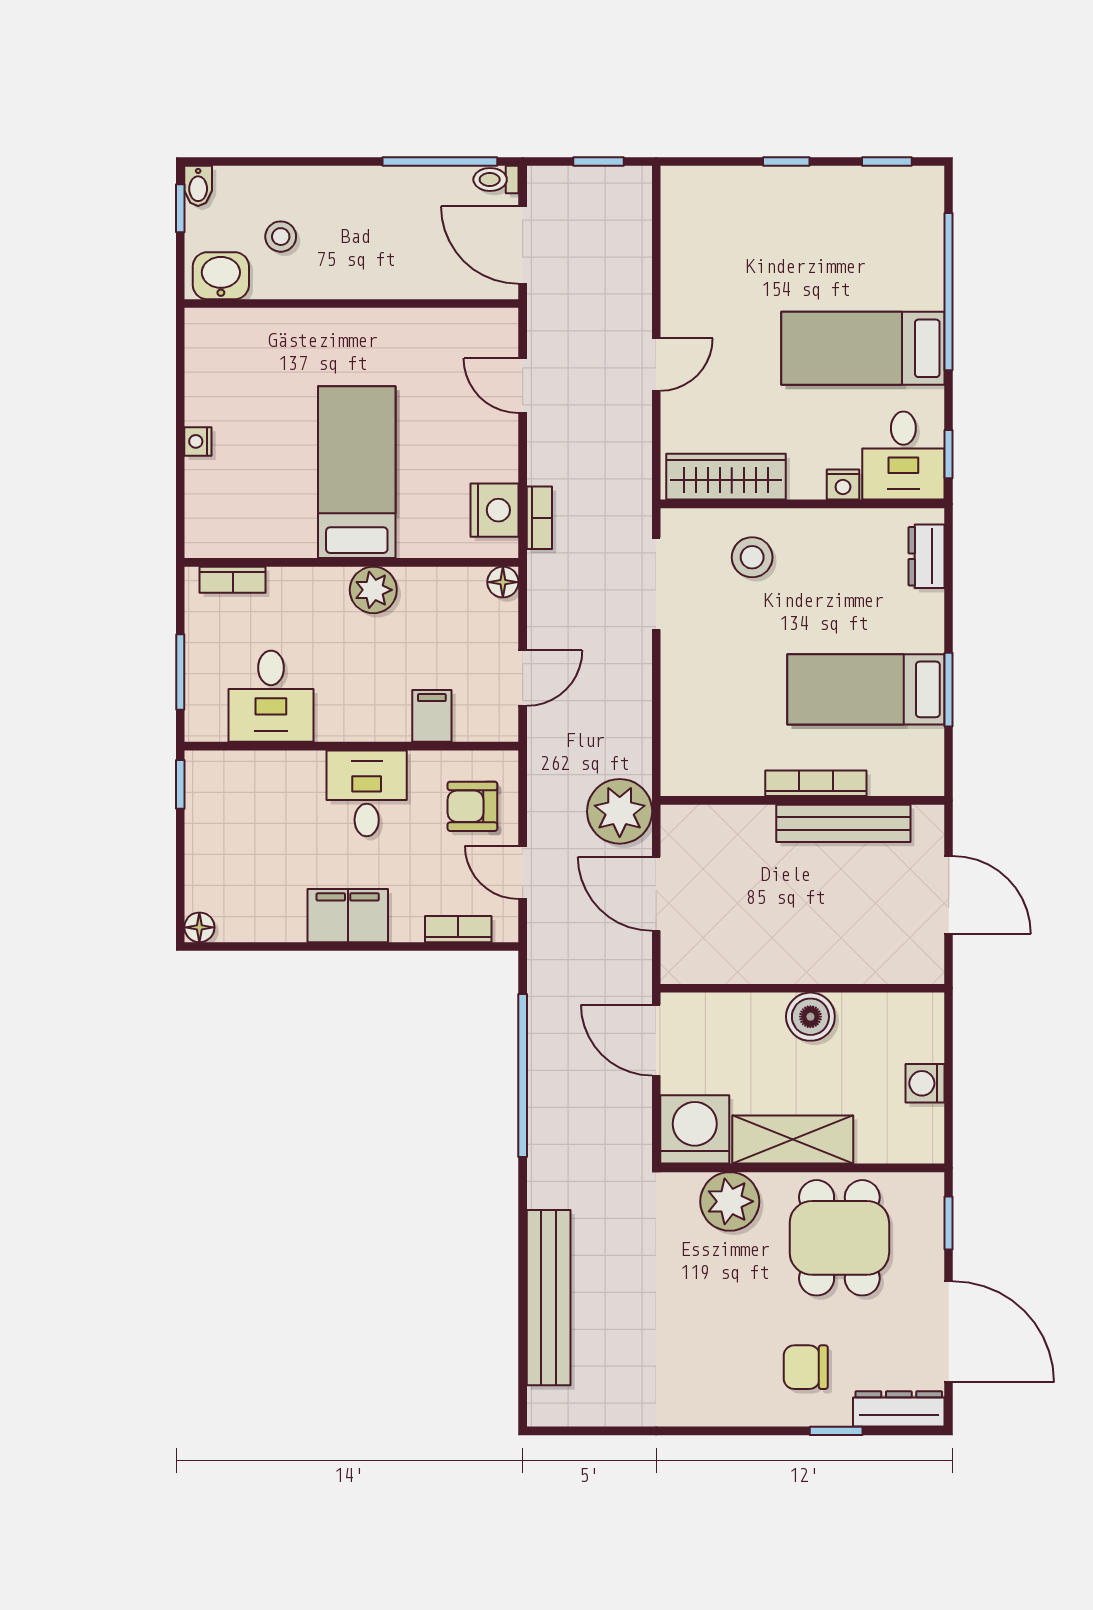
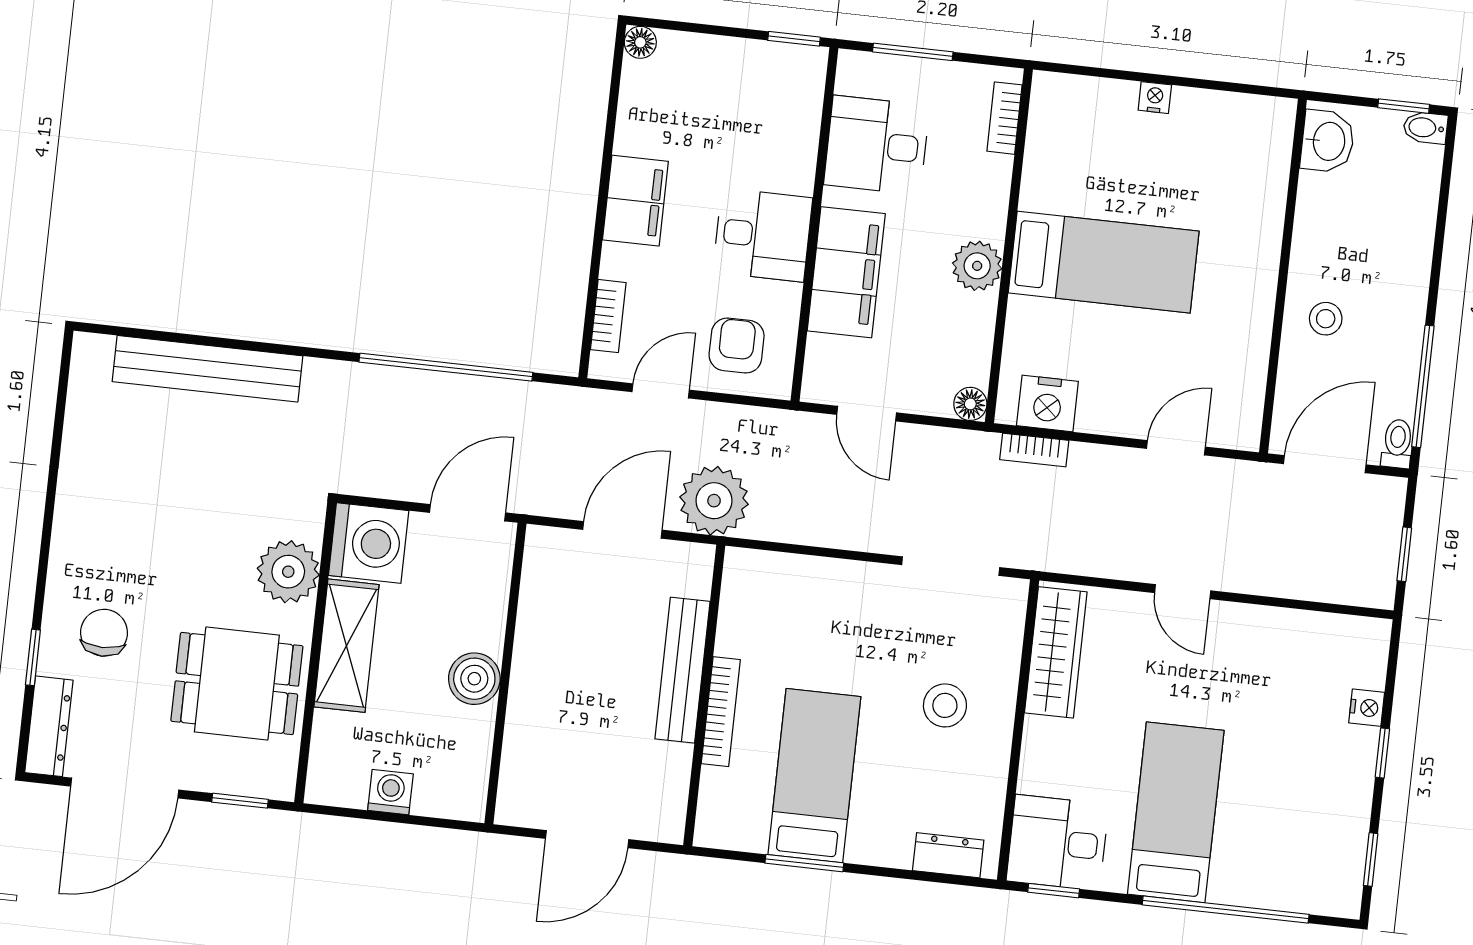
stool: (281, 237) -> (1326, 319), moved
nightstand: (843, 485) -> (1367, 708), moved, turned 180
stool: (752, 557) -> (945, 705), moved
filing cabinet: (432, 716) -> (846, 272), width x3.00, depth x1.17
bench: (843, 823) -> (682, 670), moved

